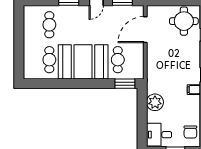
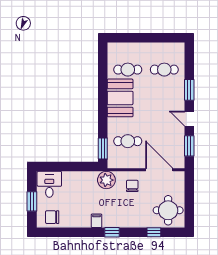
chair: (161, 55) -> (132, 186), added
booth: (83, 62) -> (120, 98), width x0.73, depth x0.70
plant: (155, 102) -> (106, 180), moved

